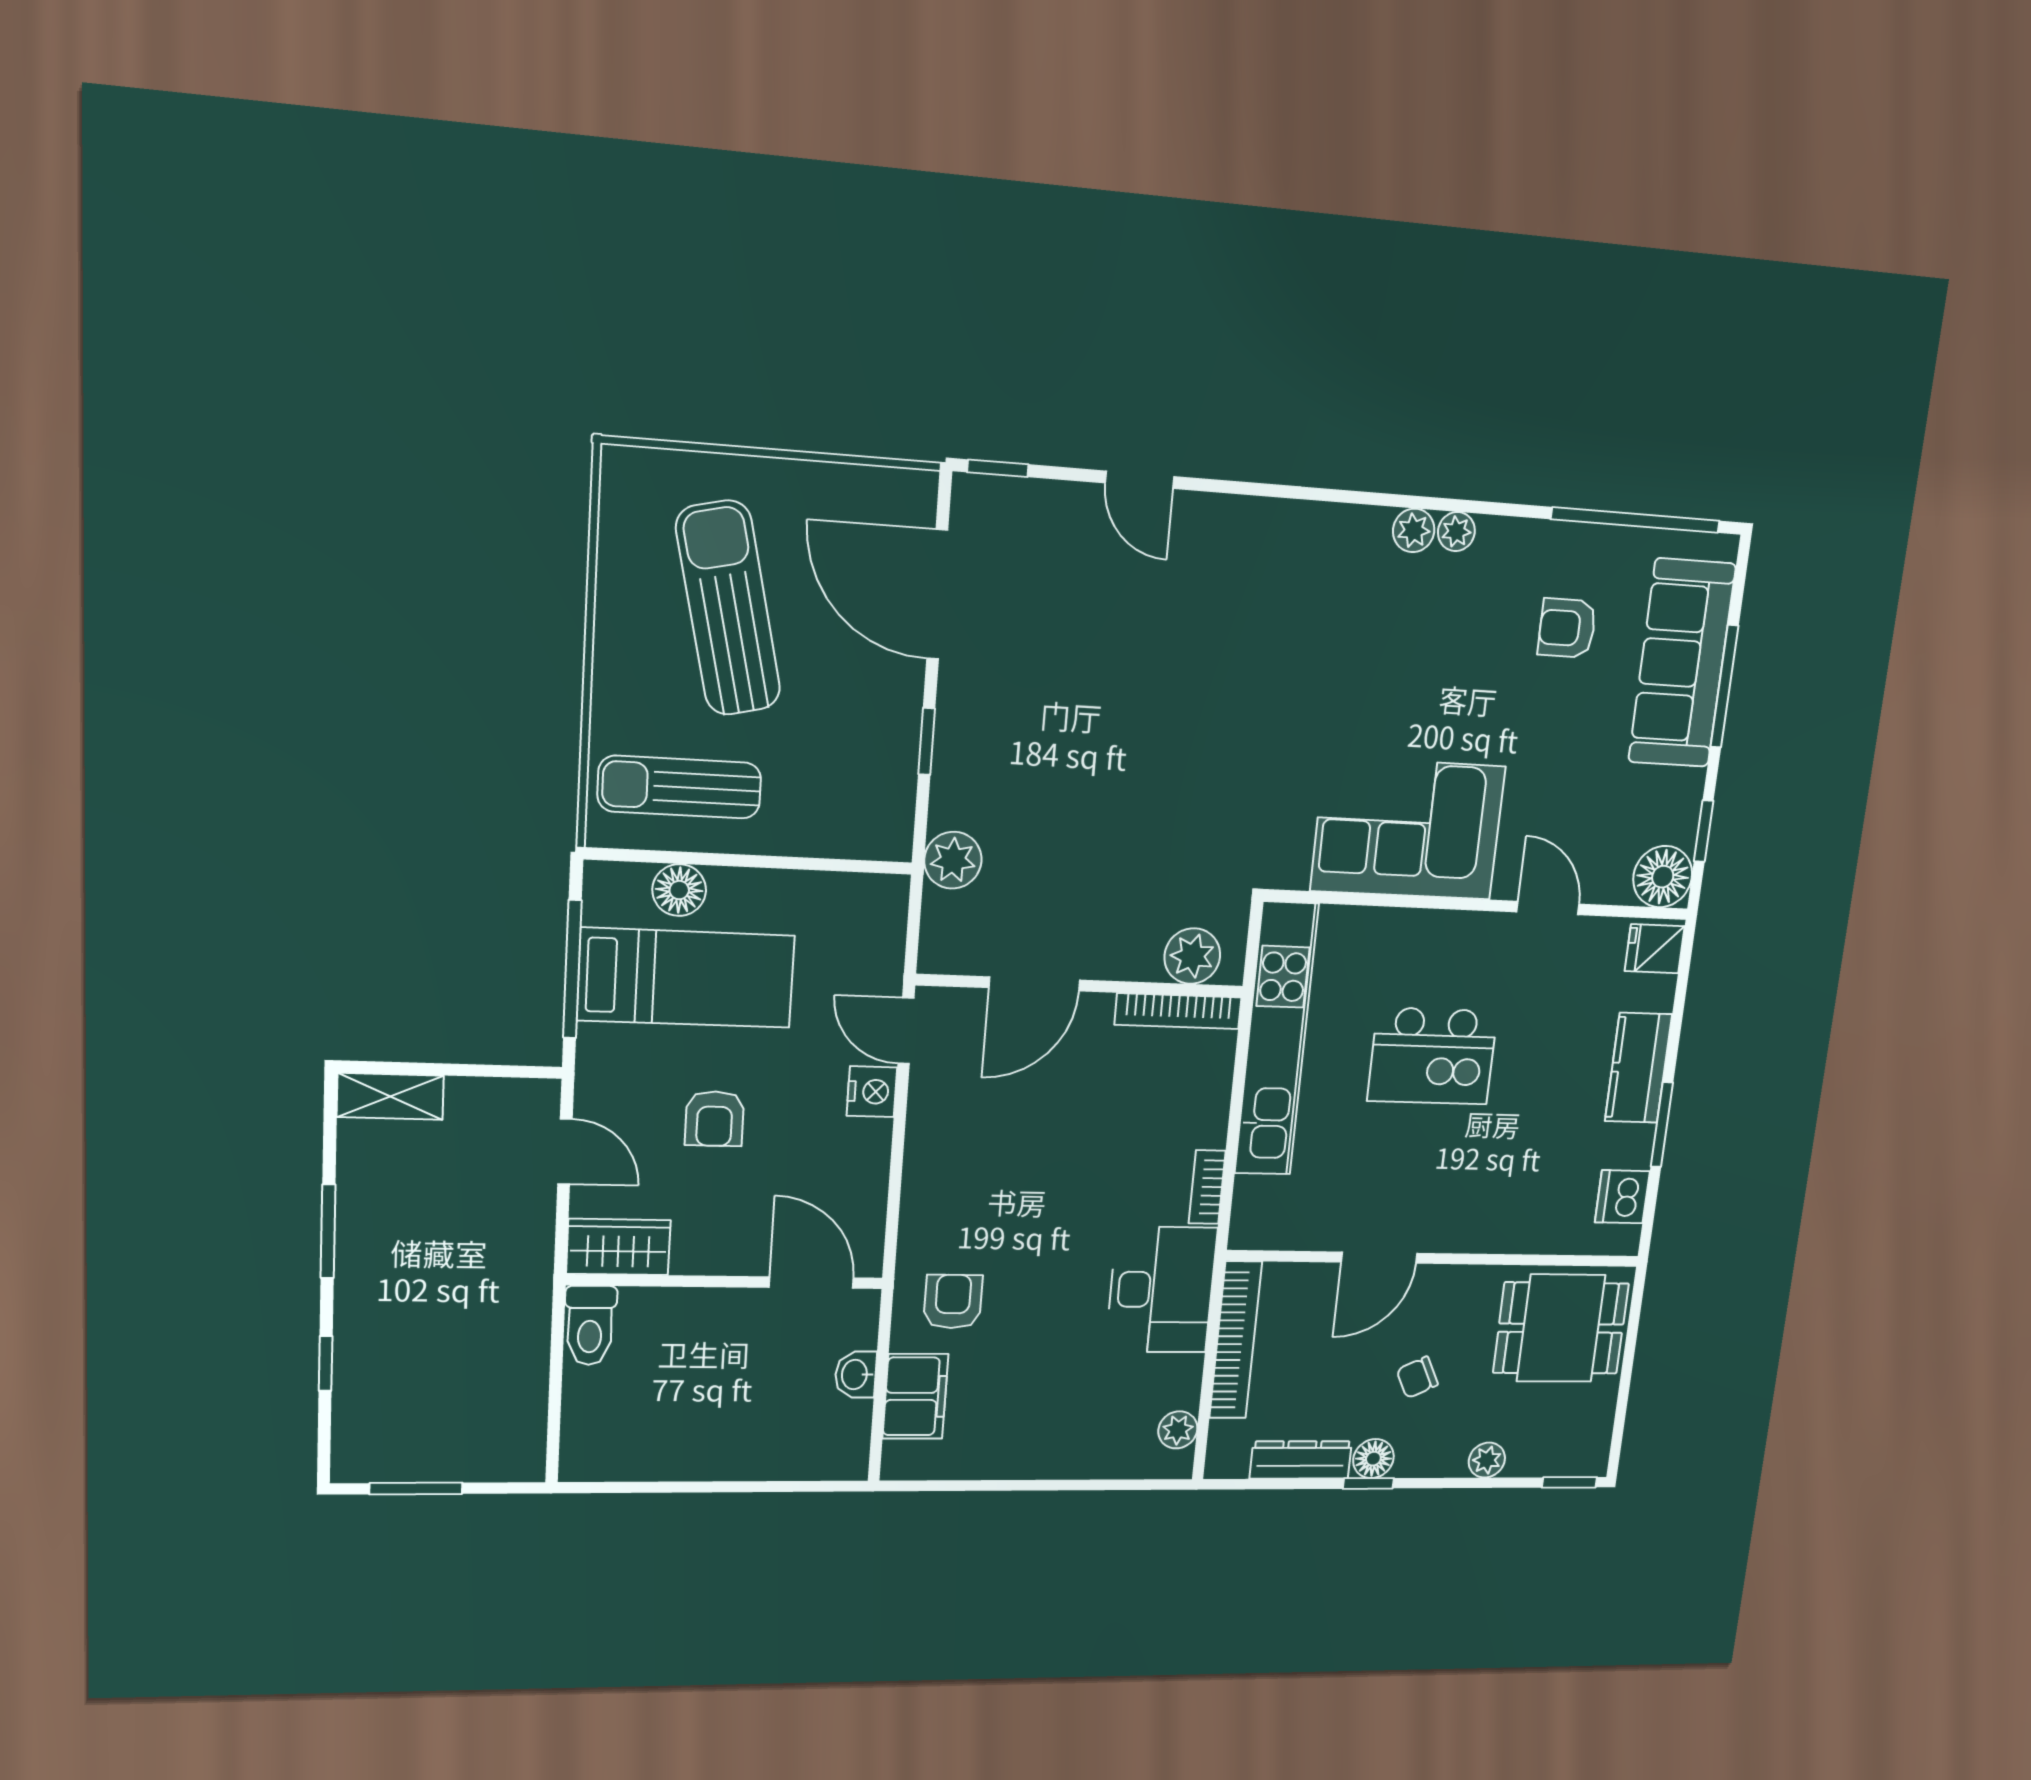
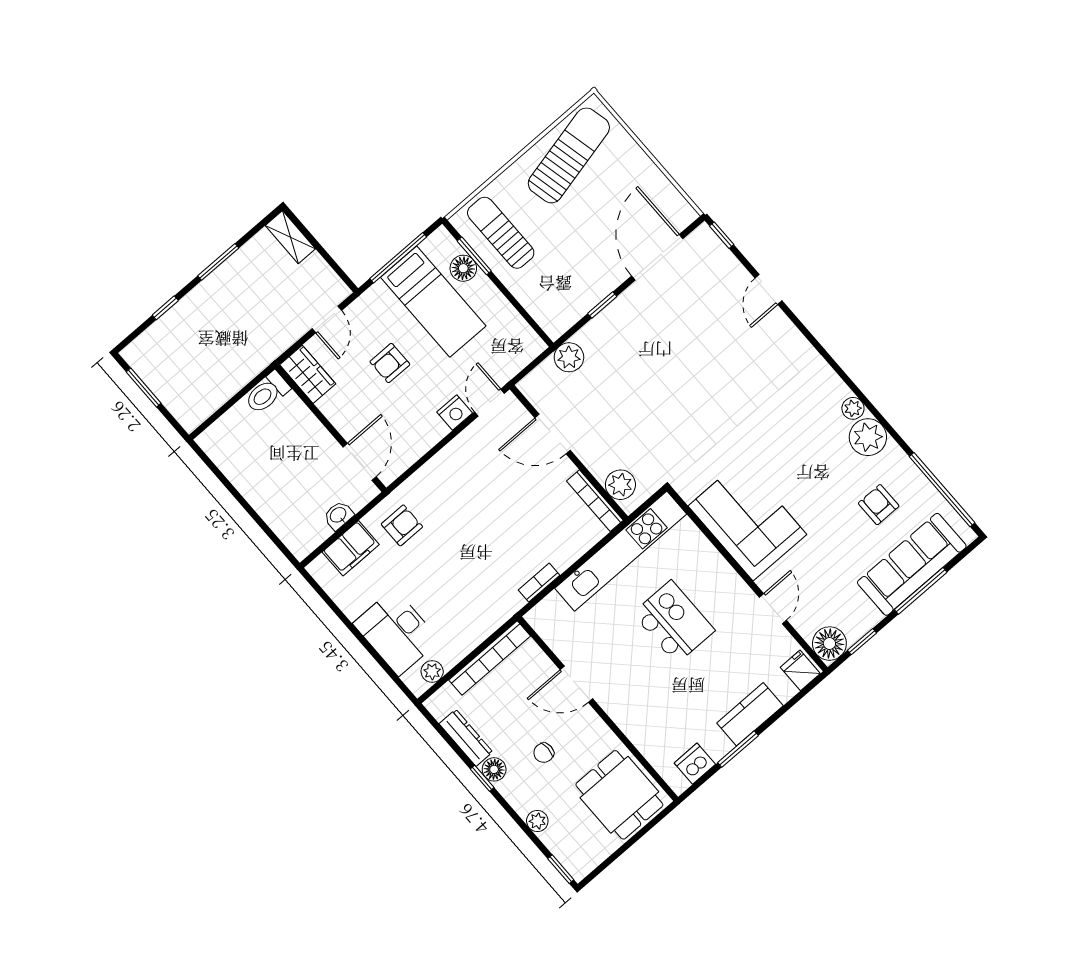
plant: (1456, 532) -> (868, 437), width x1.88, depth x1.88
sun lounger: (728, 608) -> (569, 155), moved
window: (676, 858) -> (474, 256), added
kitchen island: (1432, 1056) -> (674, 622), turned 180
desk: (1161, 1290) -> (396, 632), moved, turned 90
chair: (1417, 1377) -> (544, 753), turned -64

